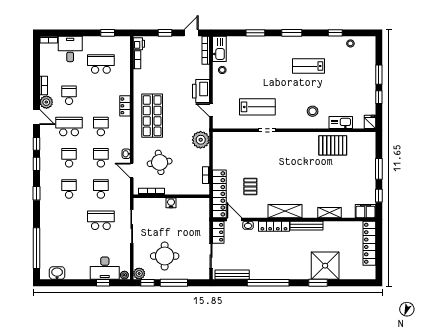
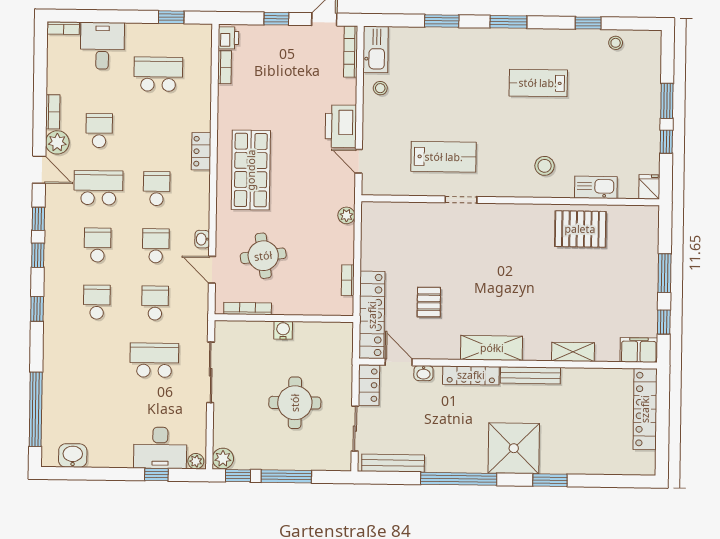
plant: (201, 140) -> (346, 215), width x0.53, depth x0.53
round table: (165, 256) -> (295, 403), moved
shower: (325, 266) -> (514, 448), moved

